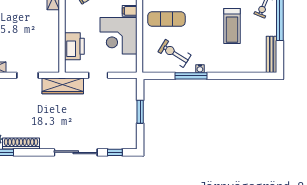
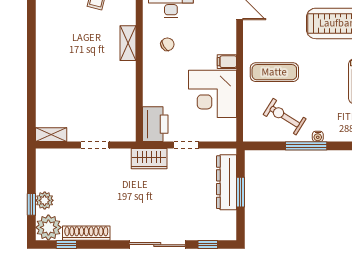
printer: (74, 46) -> (155, 124), moved
wardrobe: (63, 86) -> (149, 159), width x0.67
dresser: (129, 104) -> (226, 182), added

